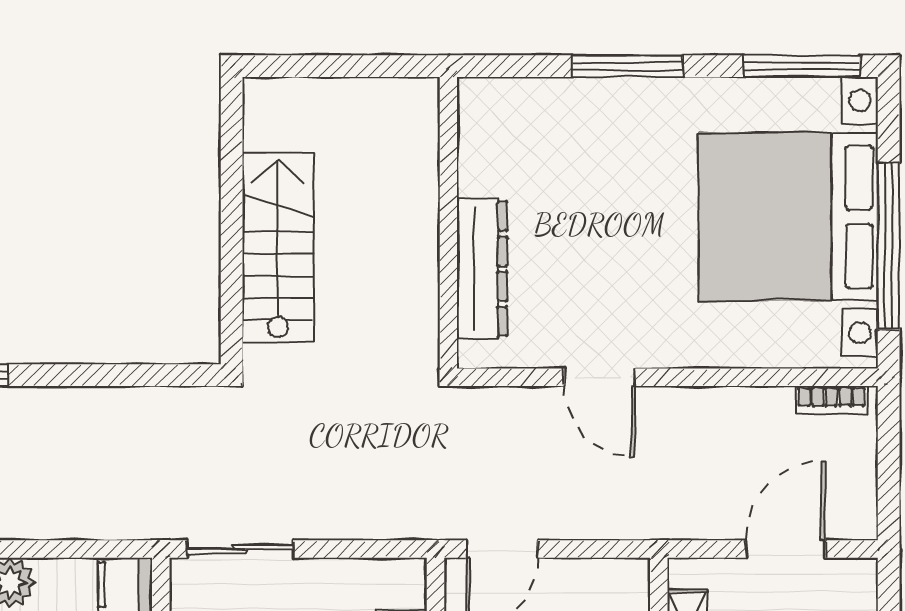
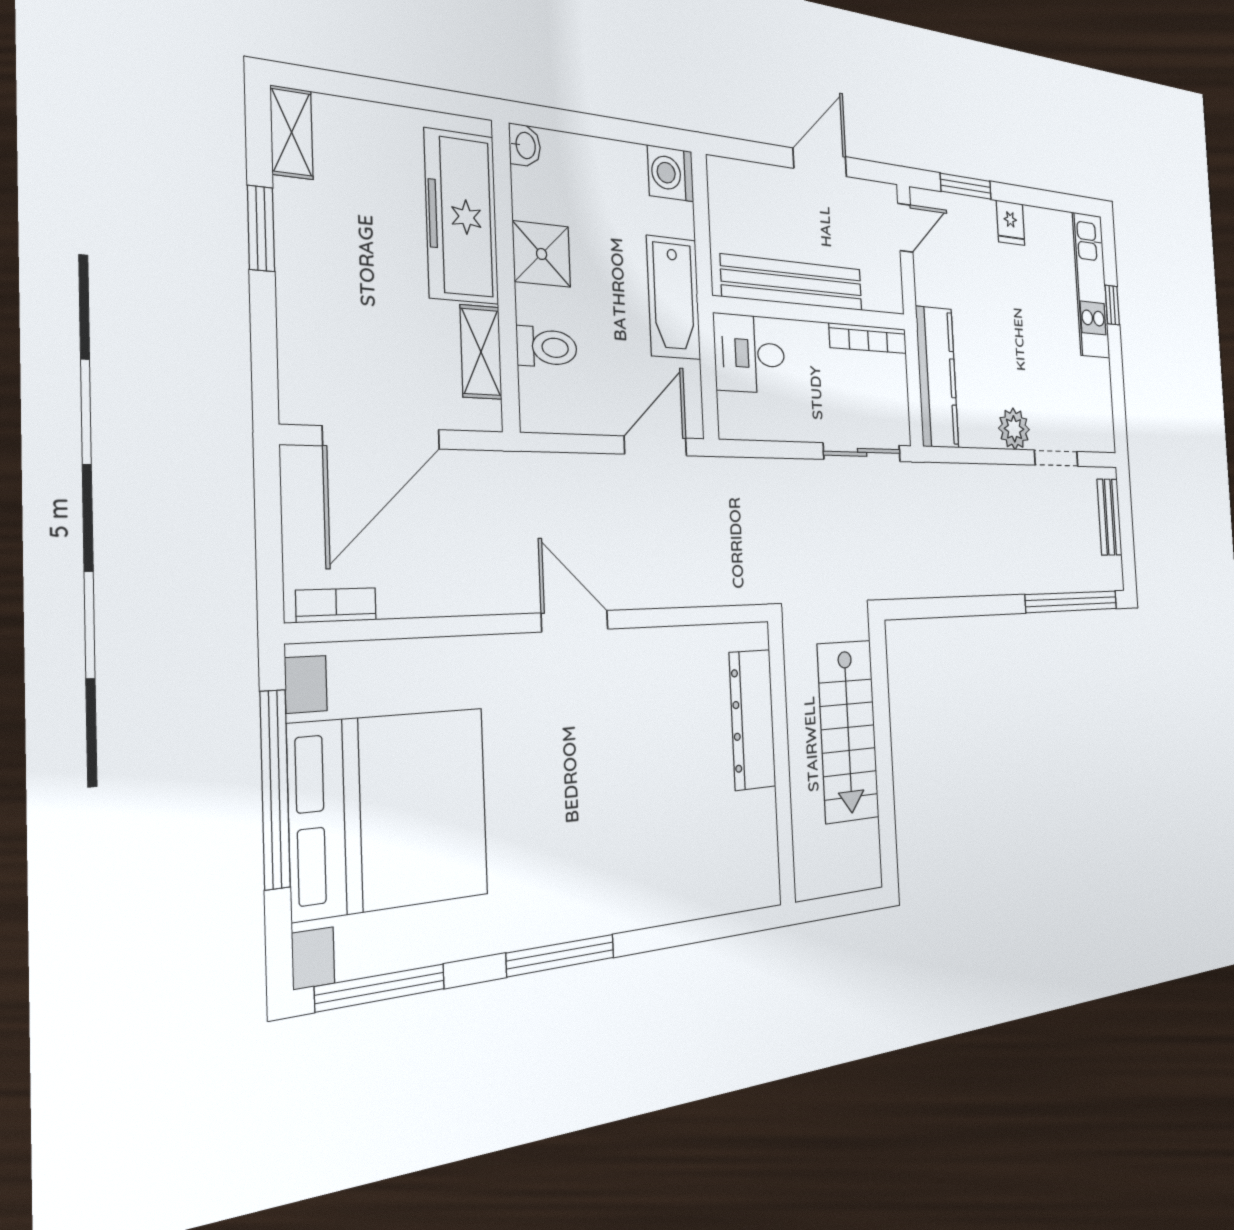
wall: (448, 223) -> (781, 762), moved
dresser: (482, 269) -> (752, 720), moved
door: (786, 549) -> (382, 438), width x1.36

